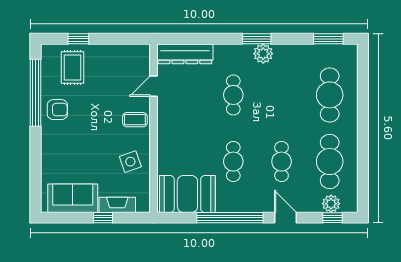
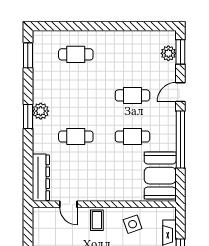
cafe table: (330, 95) -> (76, 54), width x0.73, depth x0.74
cafe table: (330, 162) -> (132, 54), removed
window: (333, 218) -> (180, 52), width x1.50

